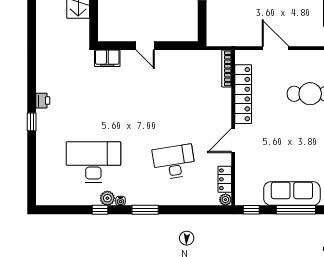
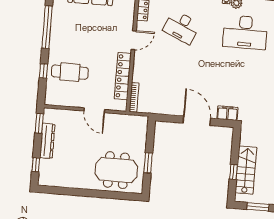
door: (145, 46) -> (197, 121), width x1.87
desk: (174, 162) -> (182, 27), turned 33

